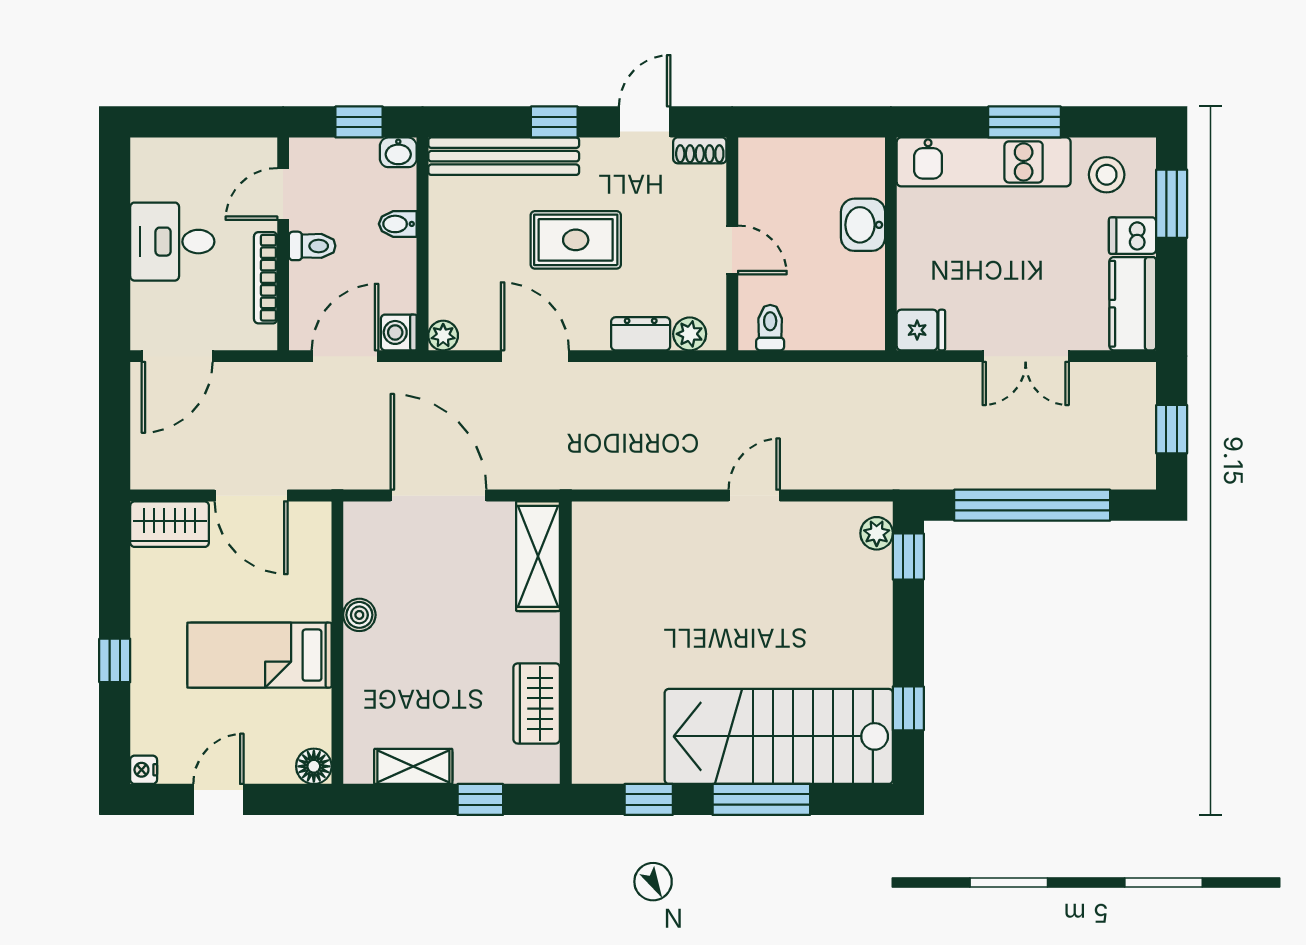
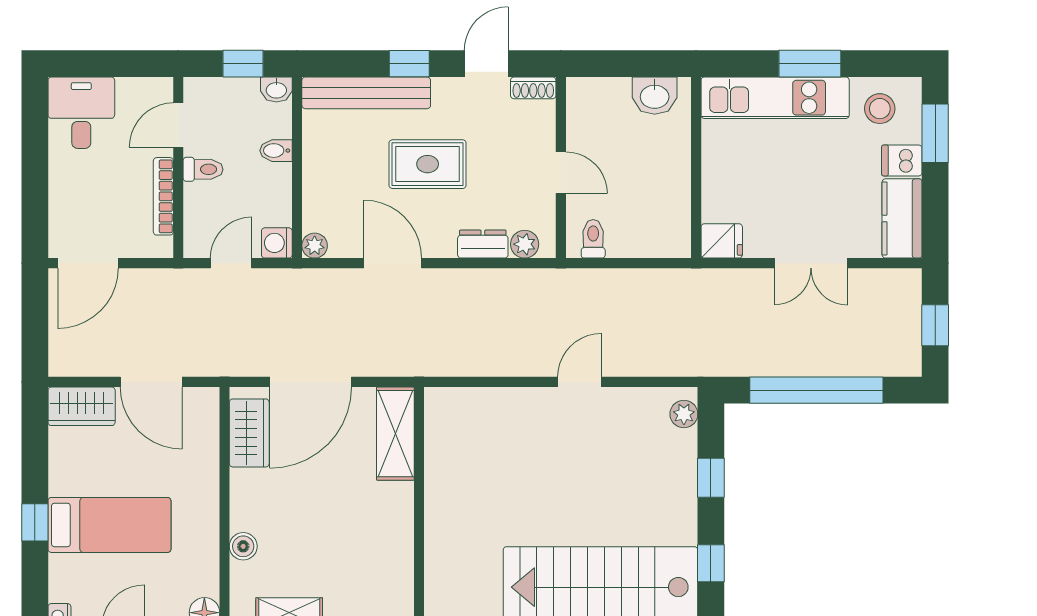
washbasin: (863, 225) -> (655, 96), moved, turned -90
desk: (172, 242) -> (81, 113), moved, turned 90
door: (345, 356) -> (231, 263), width x0.73
door: (439, 496) -> (311, 382), swing flipped
window: (908, 556) -> (711, 478), moved
boiler: (359, 615) -> (243, 546), moved
bed: (259, 655) -> (109, 525), moved, turned 180
wardrobe: (537, 703) -> (249, 433), moved, turned 180

